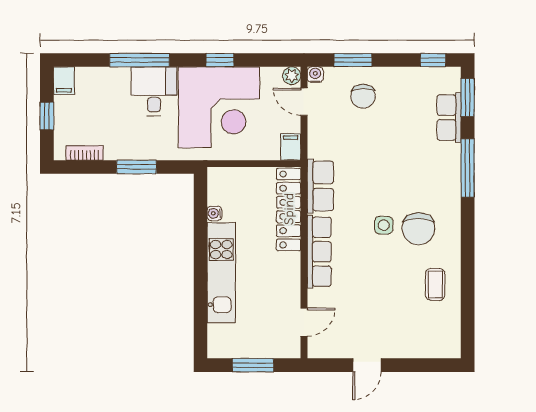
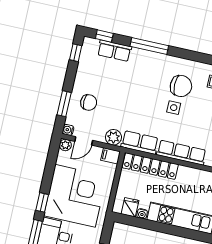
window: (220, 60) -> (42, 202), moved
window: (468, 97) -> (104, 36), width x0.67
plant: (319, 145) -> (113, 137), added
fridge: (220, 193) -> (130, 207), added

